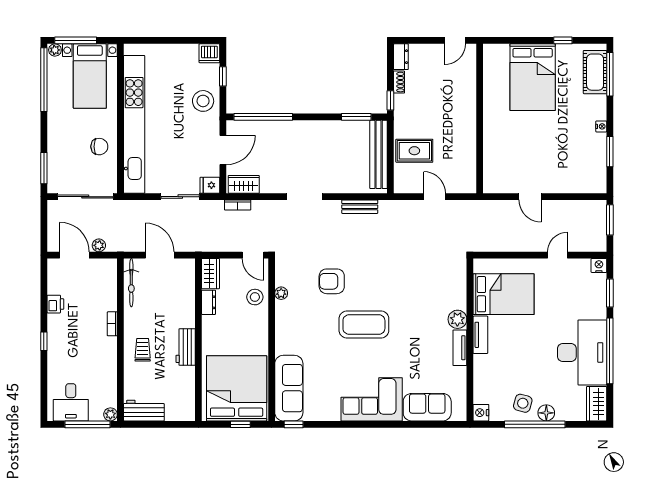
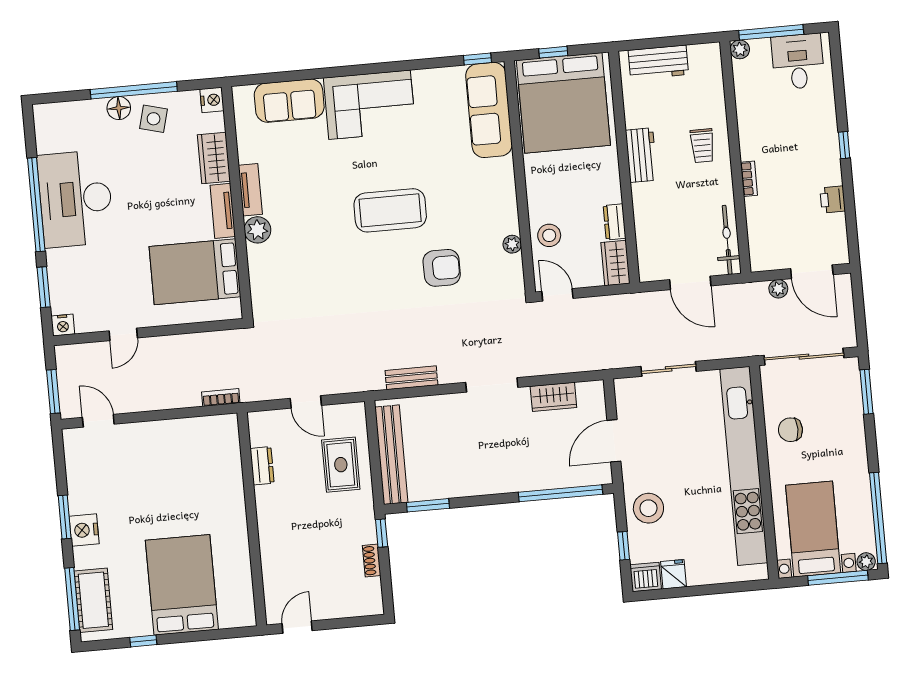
dresser: (401, 57) -> (262, 466), moved, turned 180
nightstand: (601, 126) -> (84, 530), width x1.89, depth x1.79
rug: (414, 151) -> (341, 465), turned 90
window: (610, 152) -> (65, 517), moved
wardrobe: (244, 184) -> (553, 397), moved
fridge: (210, 185) -> (674, 574), moved, turned -90
door: (530, 197) -> (98, 421), moved
bookcase: (238, 205) -> (221, 397), moved
wardrobe: (597, 404) -> (214, 158), moved, turned 180
workbench: (144, 411) -> (658, 62), moved

